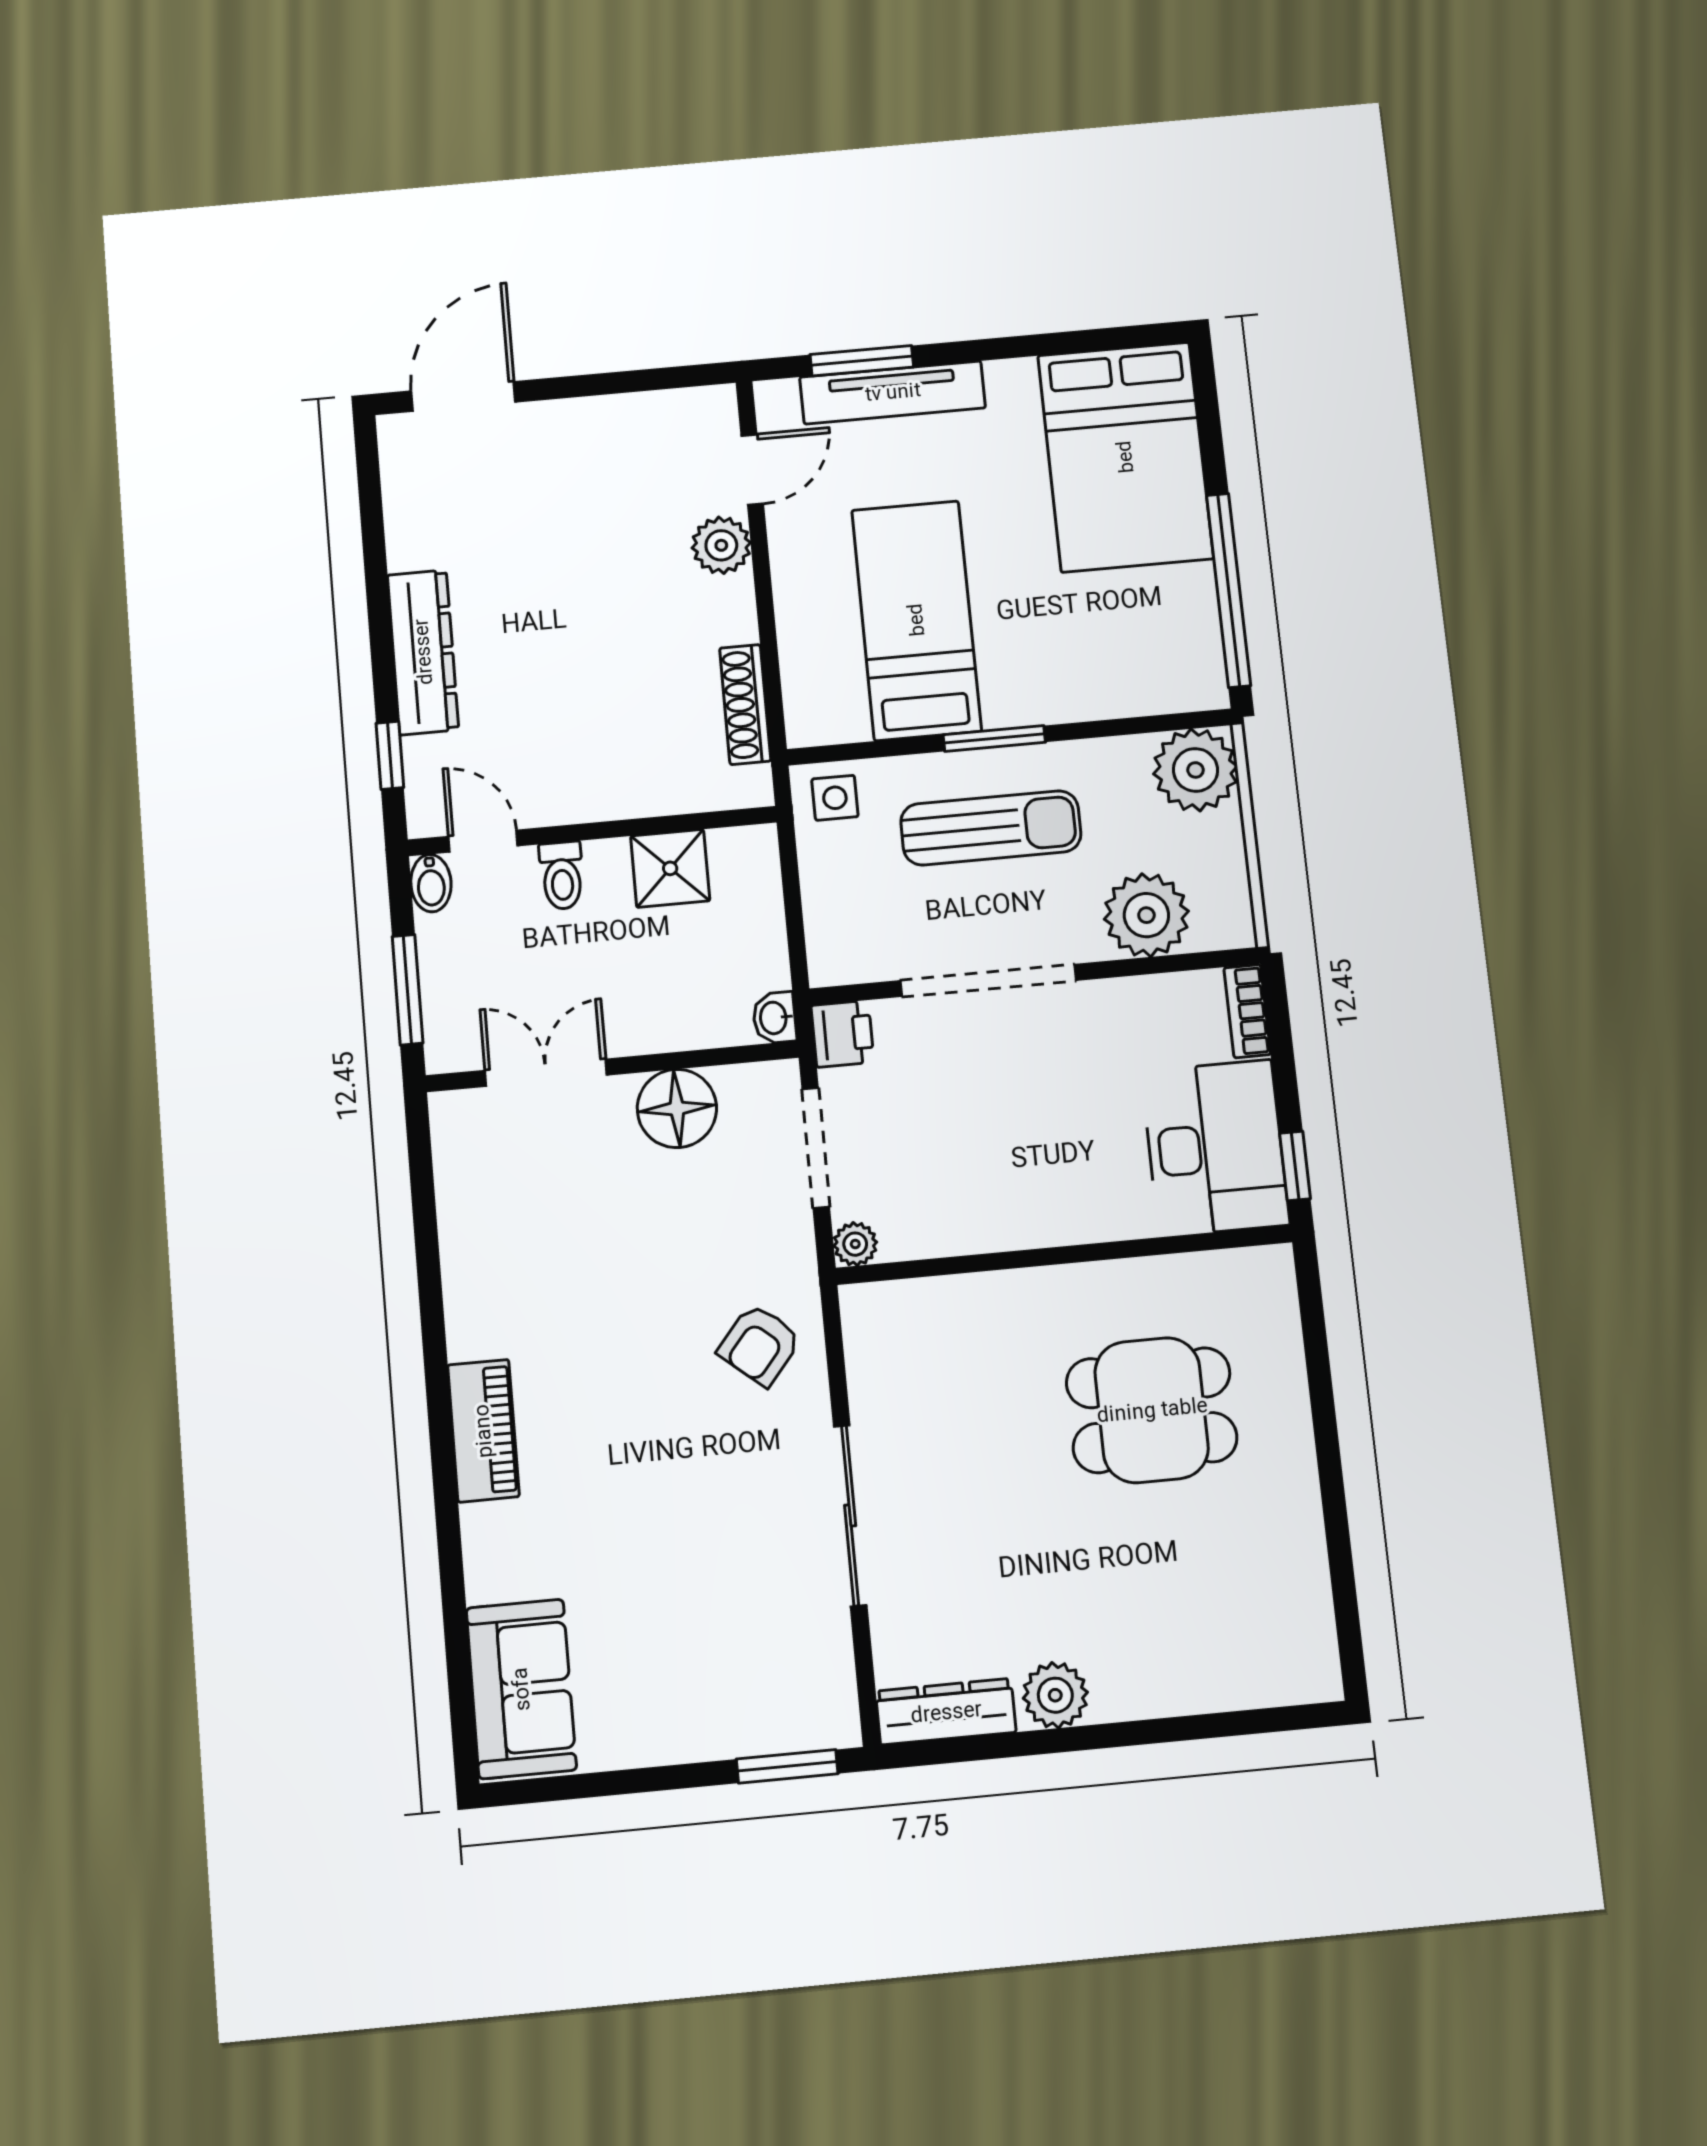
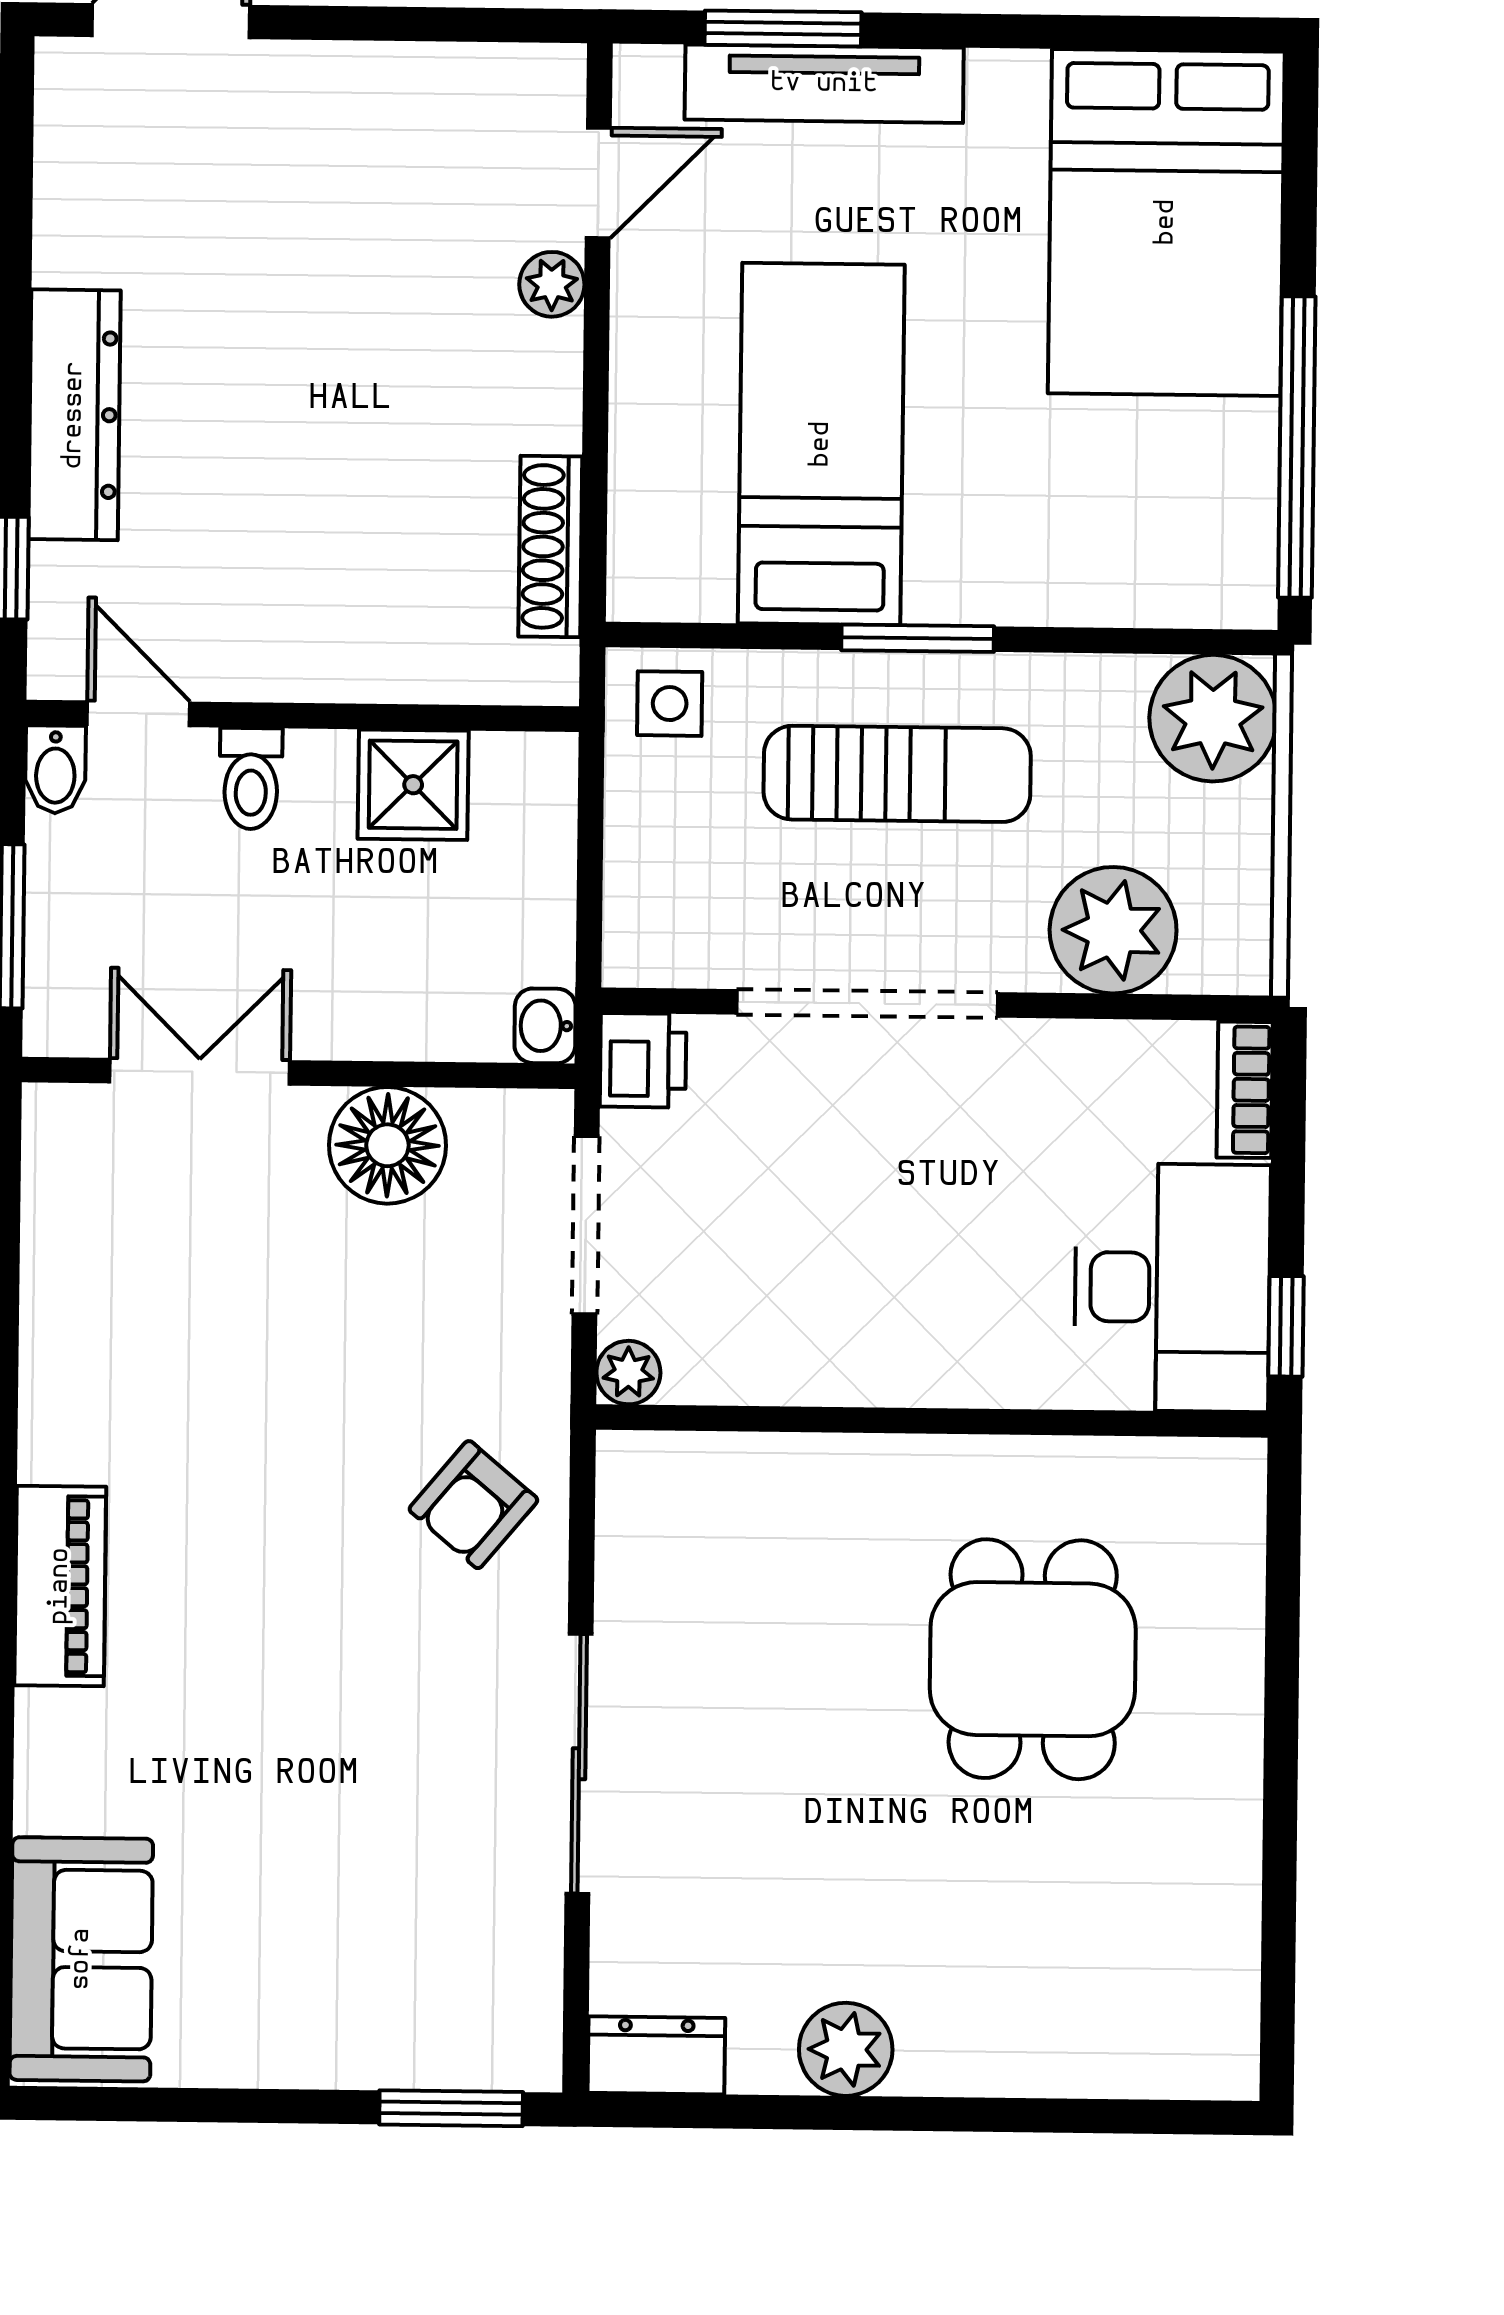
plant: (721, 545) -> (552, 284), width x0.73, depth x0.73
dining table: (1152, 1410) -> (1033, 1659), turned 90
dresser: (946, 1712) -> (656, 2055), width x0.70

